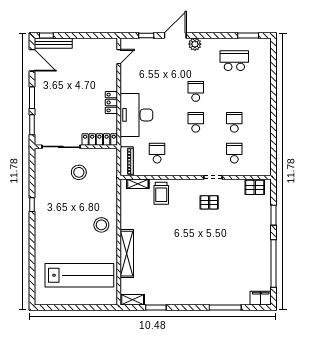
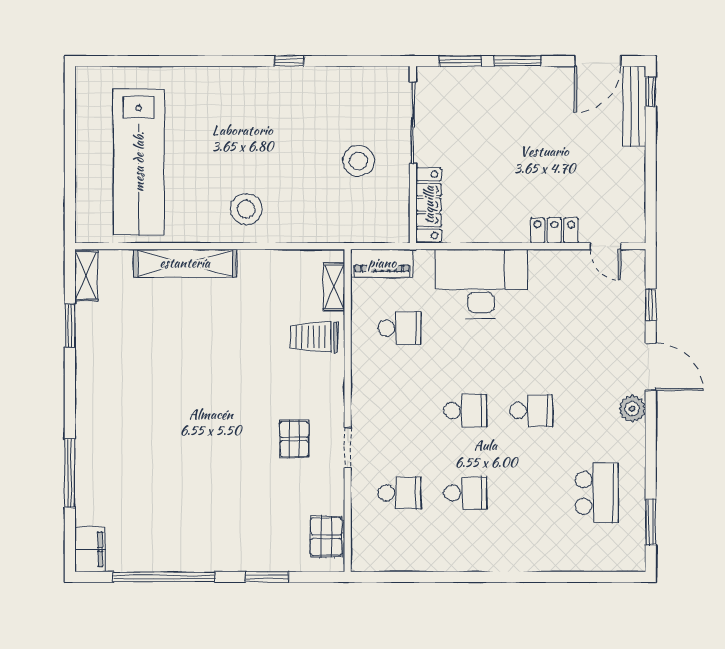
locker: (111, 103) -> (554, 230), moved

